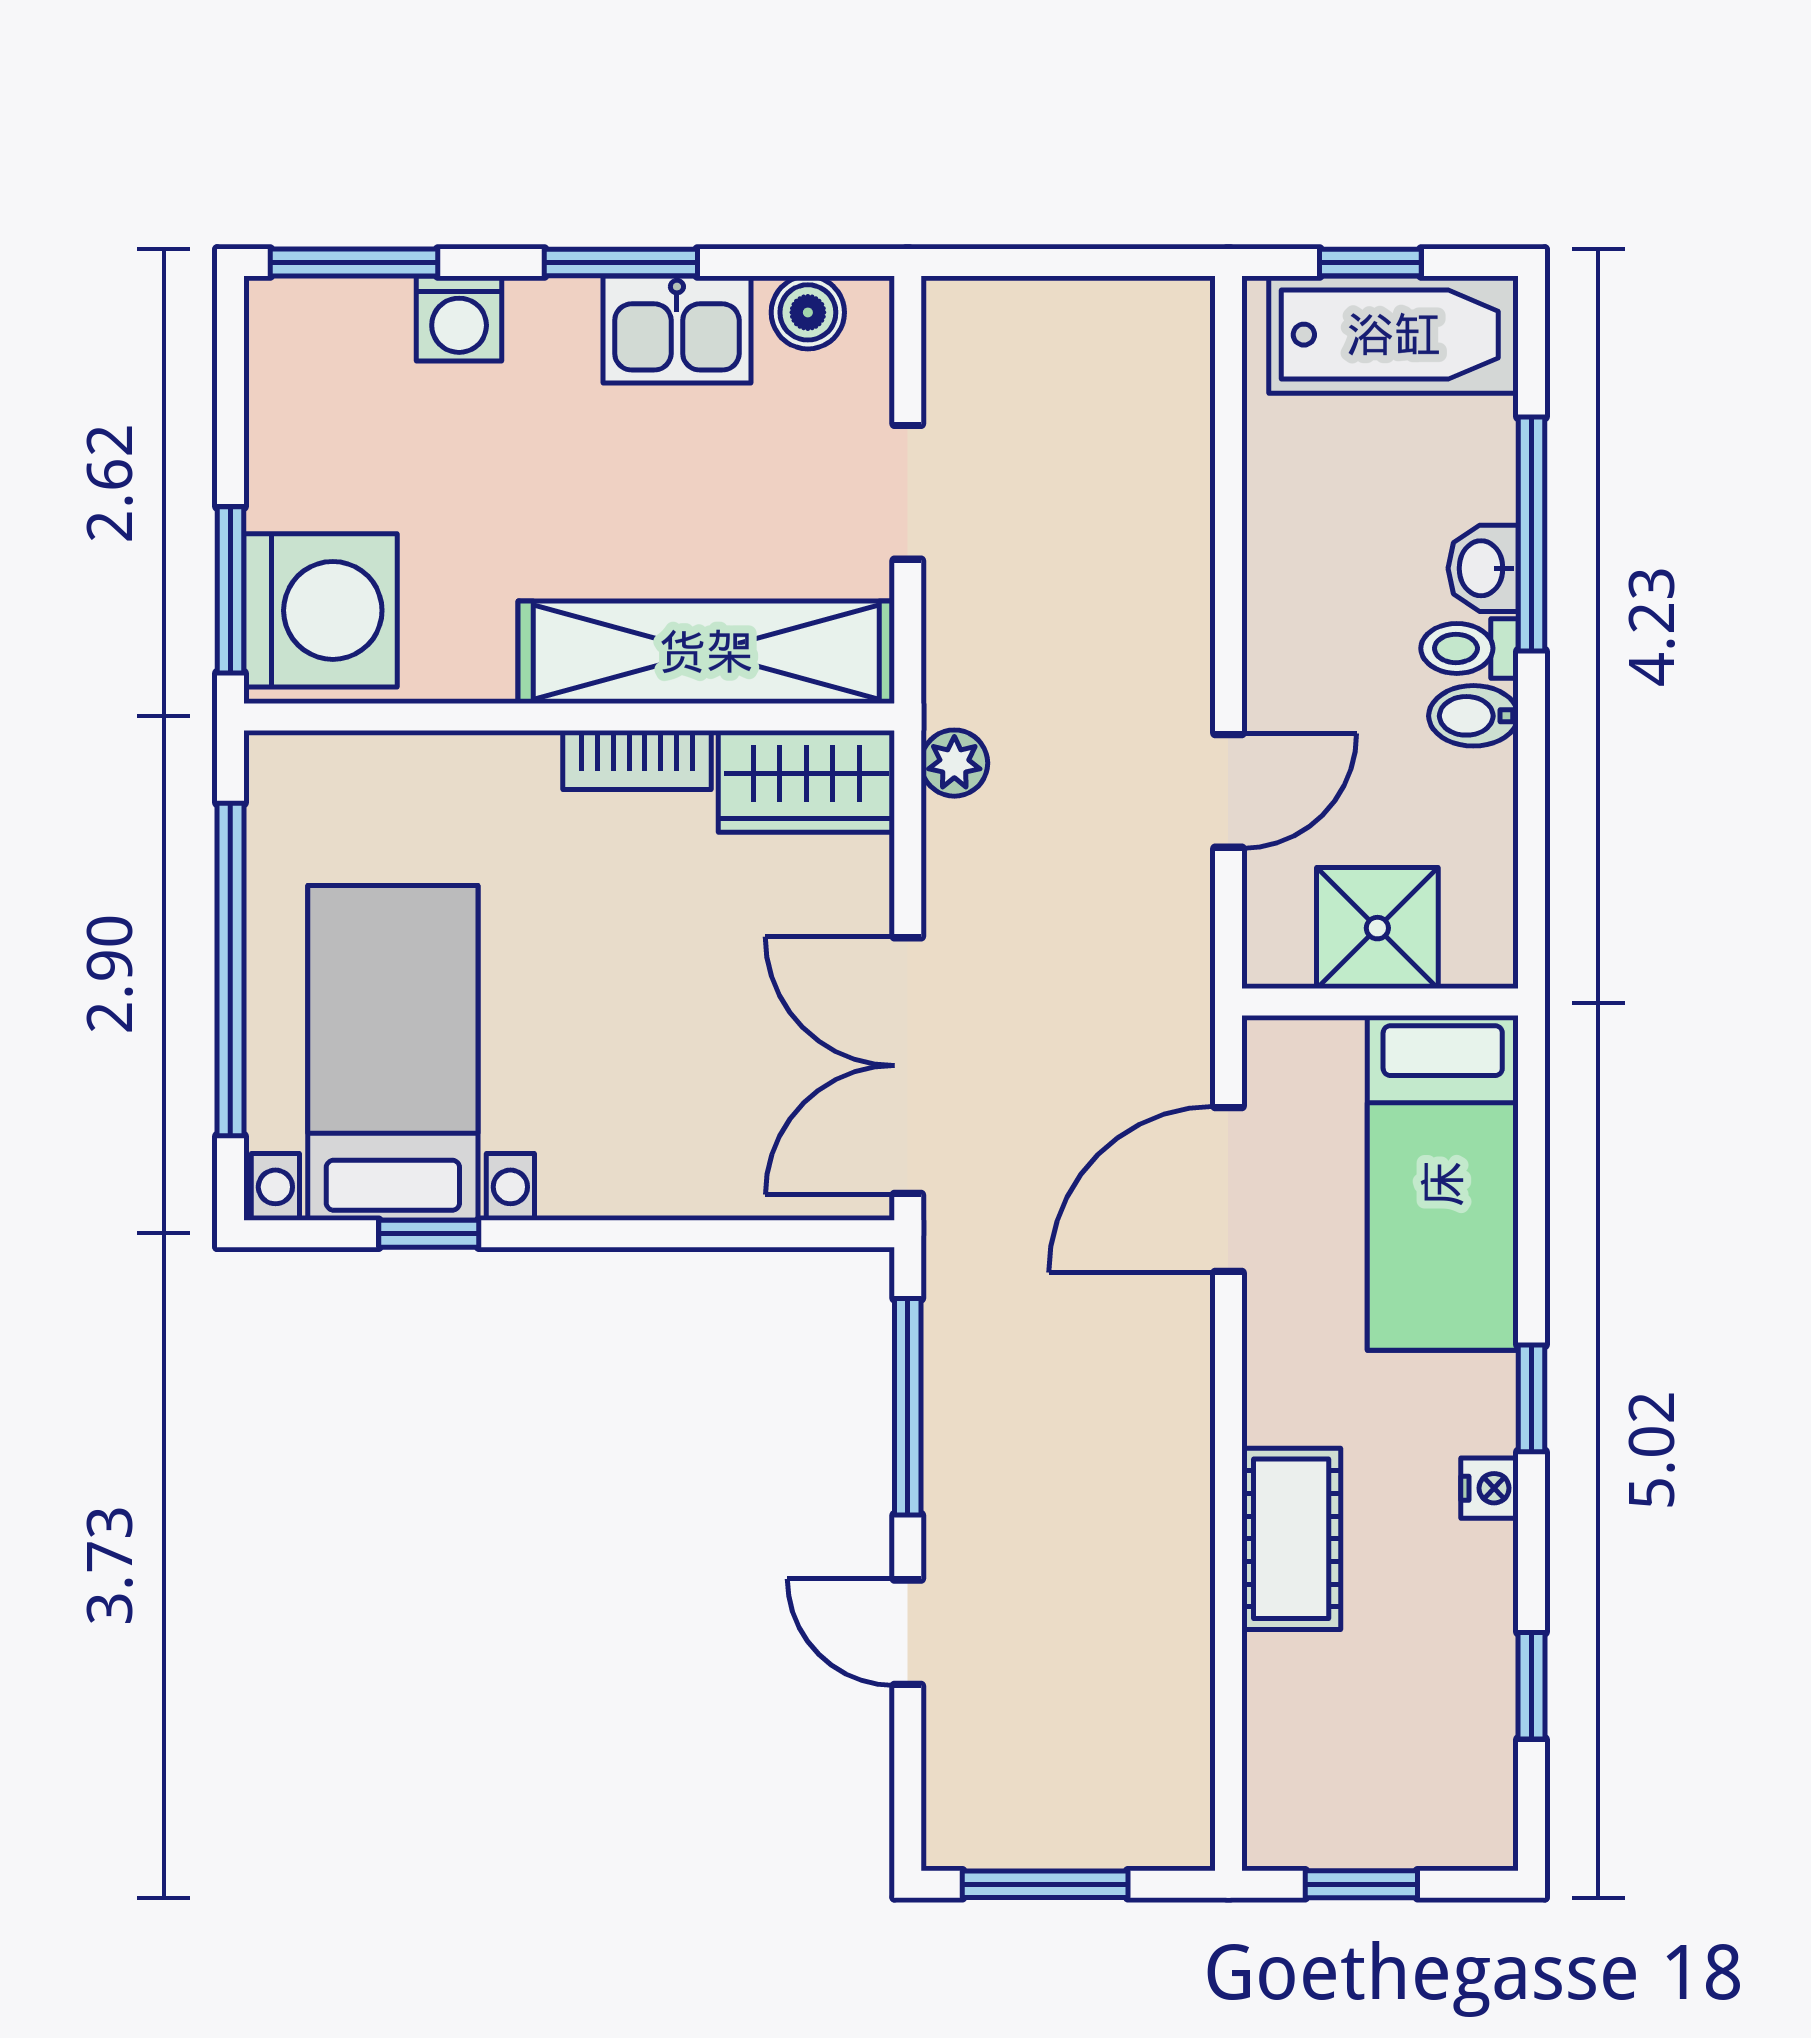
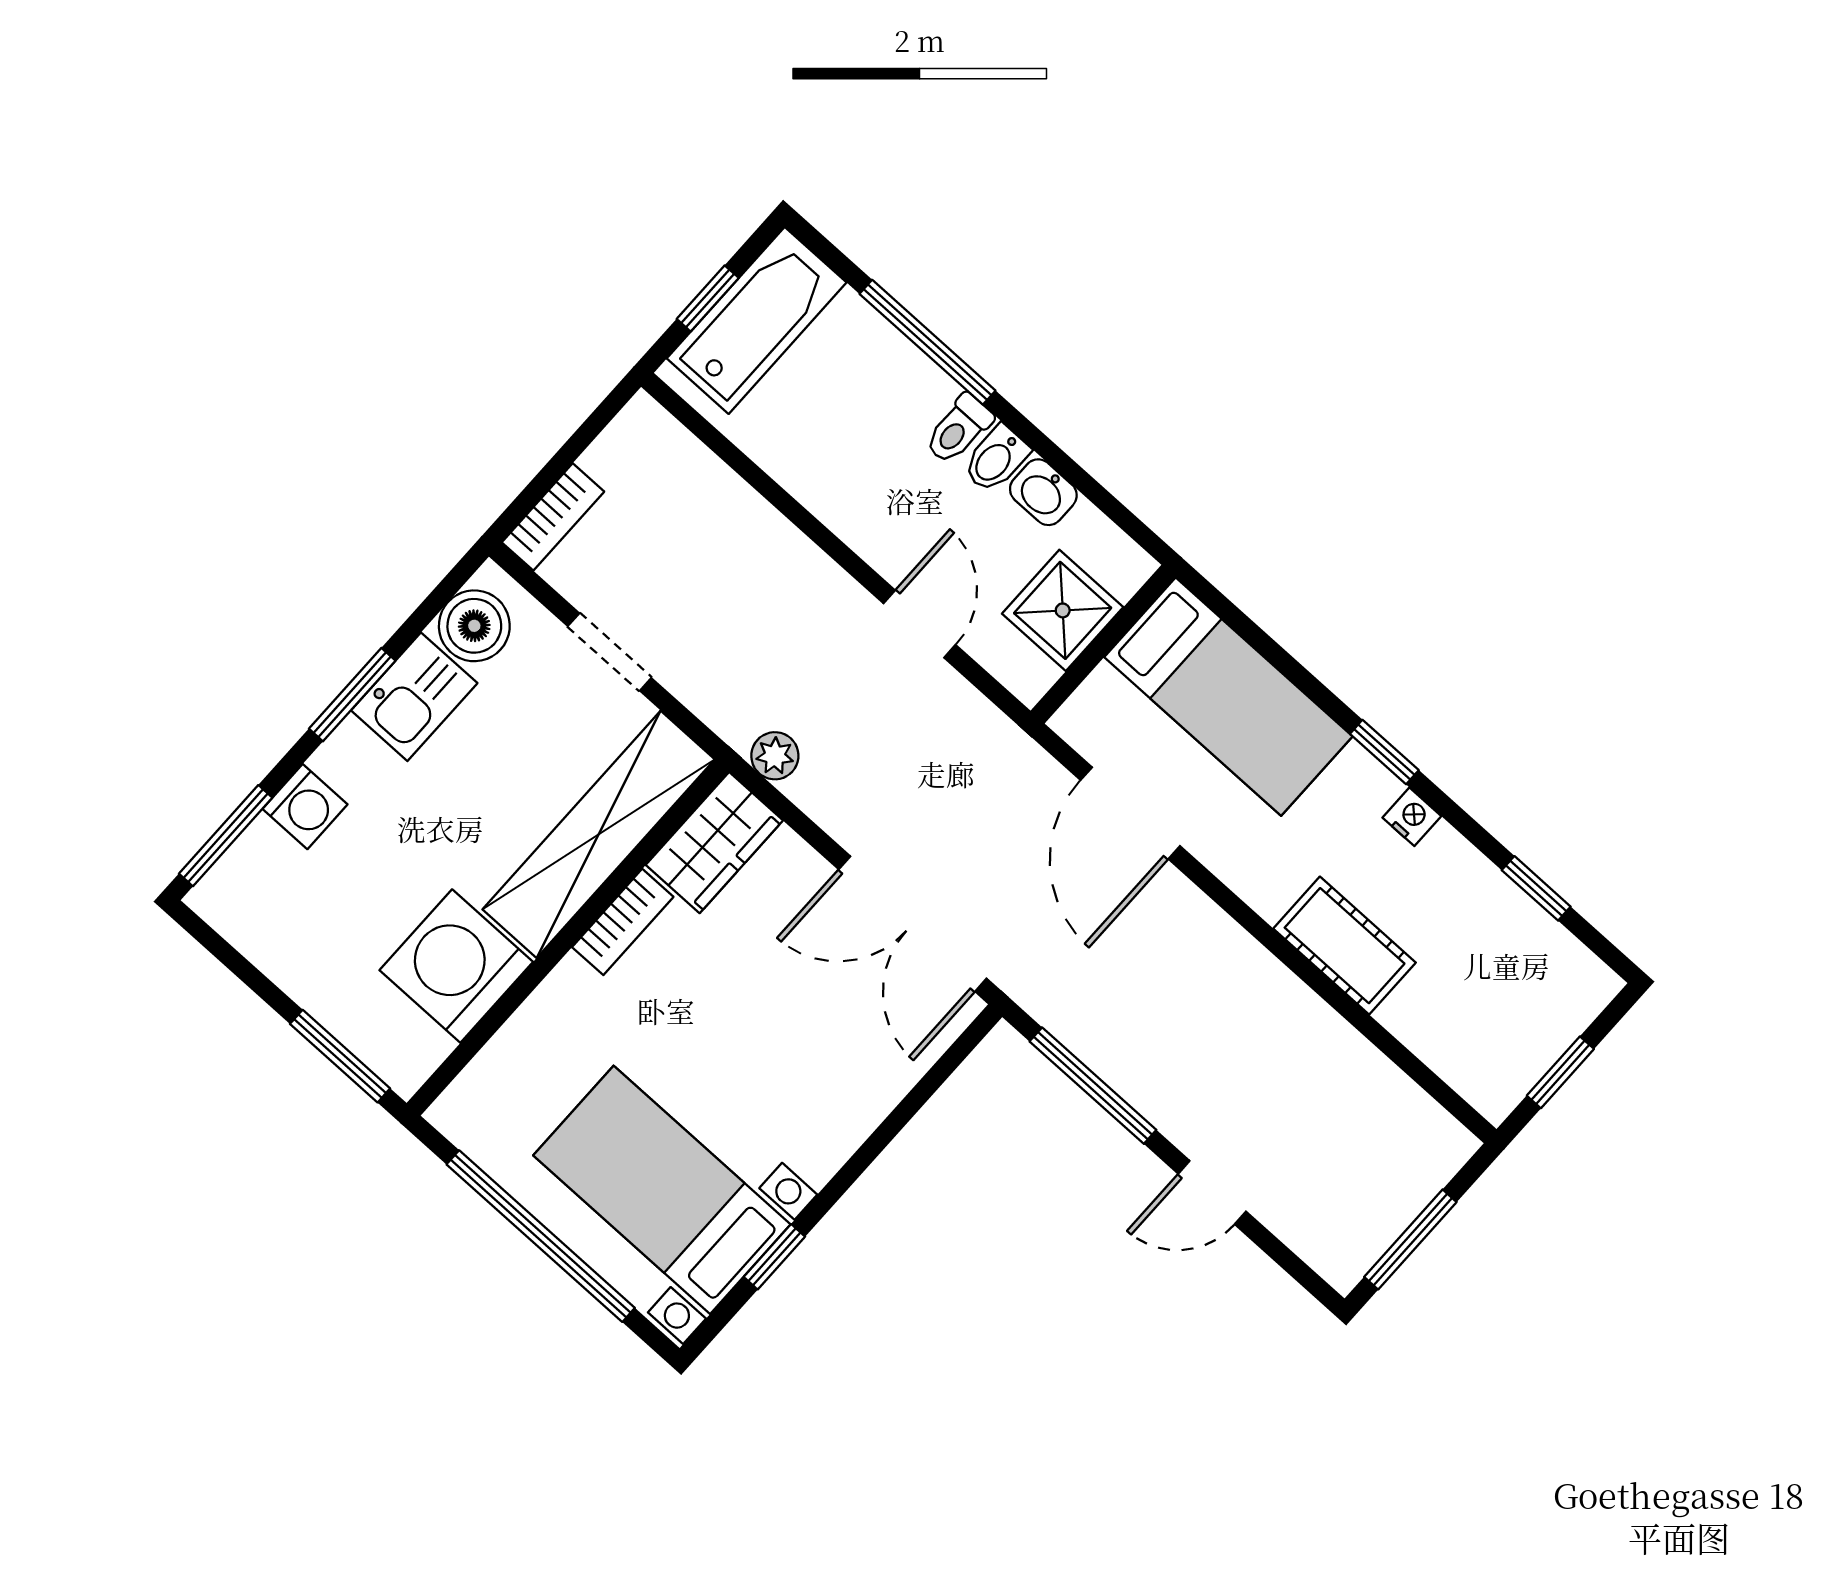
bookcase: (996, 306) -> (553, 517), added
boiler: (808, 312) -> (474, 626), width x1.36, depth x1.36
washbasin: (1483, 568) -> (1043, 492), moved
washing machine: (321, 610) -> (456, 966), moved, turned -90

